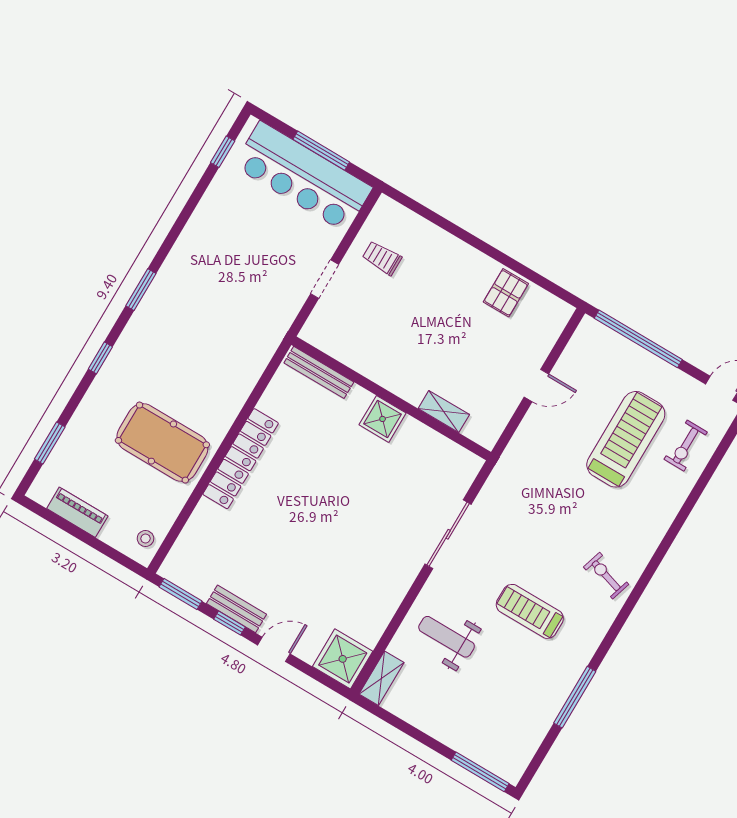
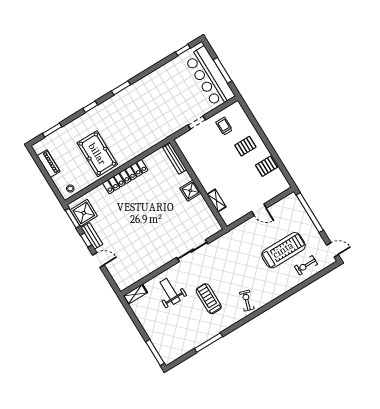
pallet: (444, 275) -> (245, 146), added
shower: (343, 659) -> (84, 213), moved

